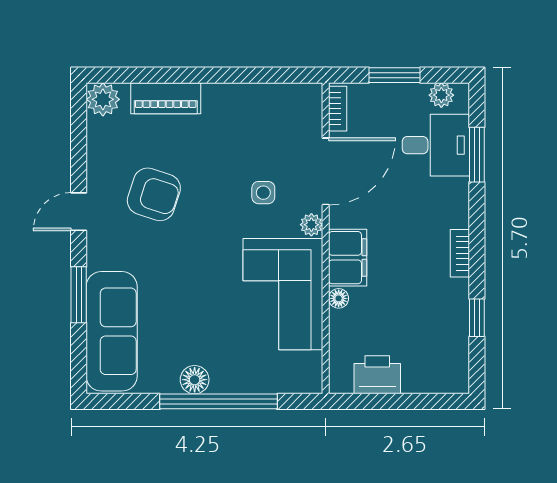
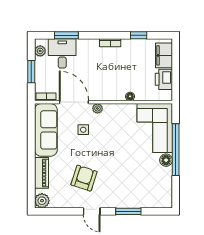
filing cabinet: (348, 258) -> (164, 55), moved, turned -90
corner sofa: (283, 294) -> (155, 128), moved, turned 90
sofa: (112, 331) -> (46, 130), moved, turned 90

